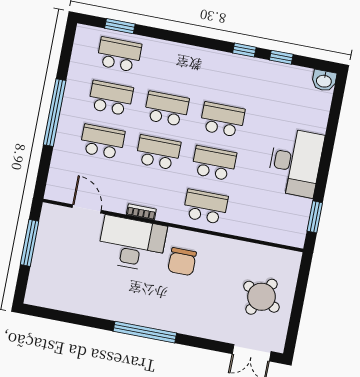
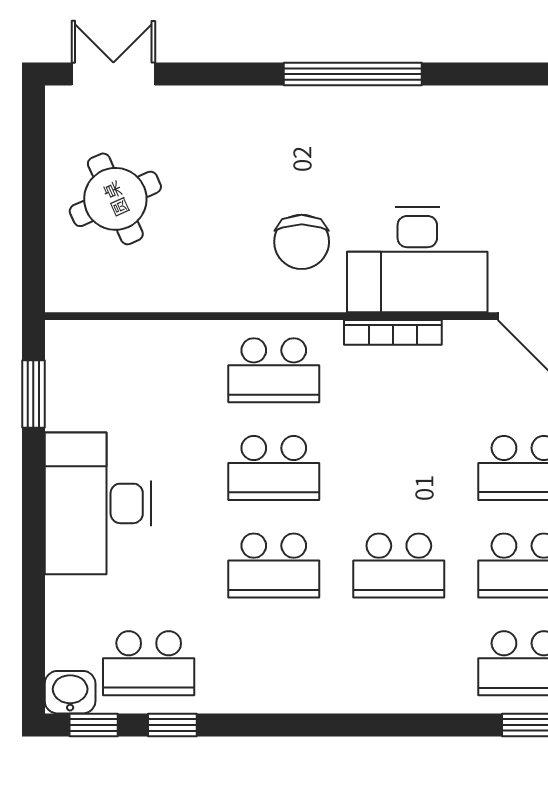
window: (244, 50) -> (94, 725), moved
school desk: (158, 152) -> (149, 663), moved
bookcase: (141, 212) -> (393, 332), width x1.56
chair: (182, 262) -> (302, 242), turned 180
round table: (261, 297) -> (115, 199), turned 37

